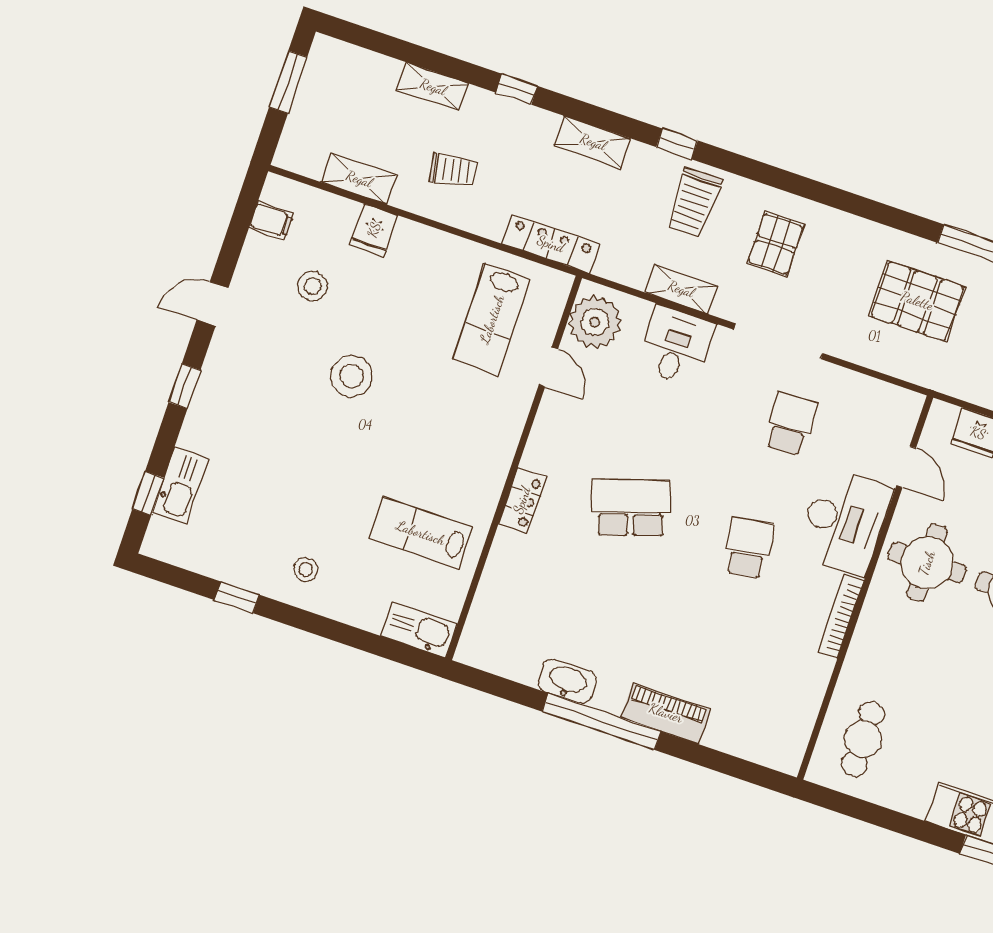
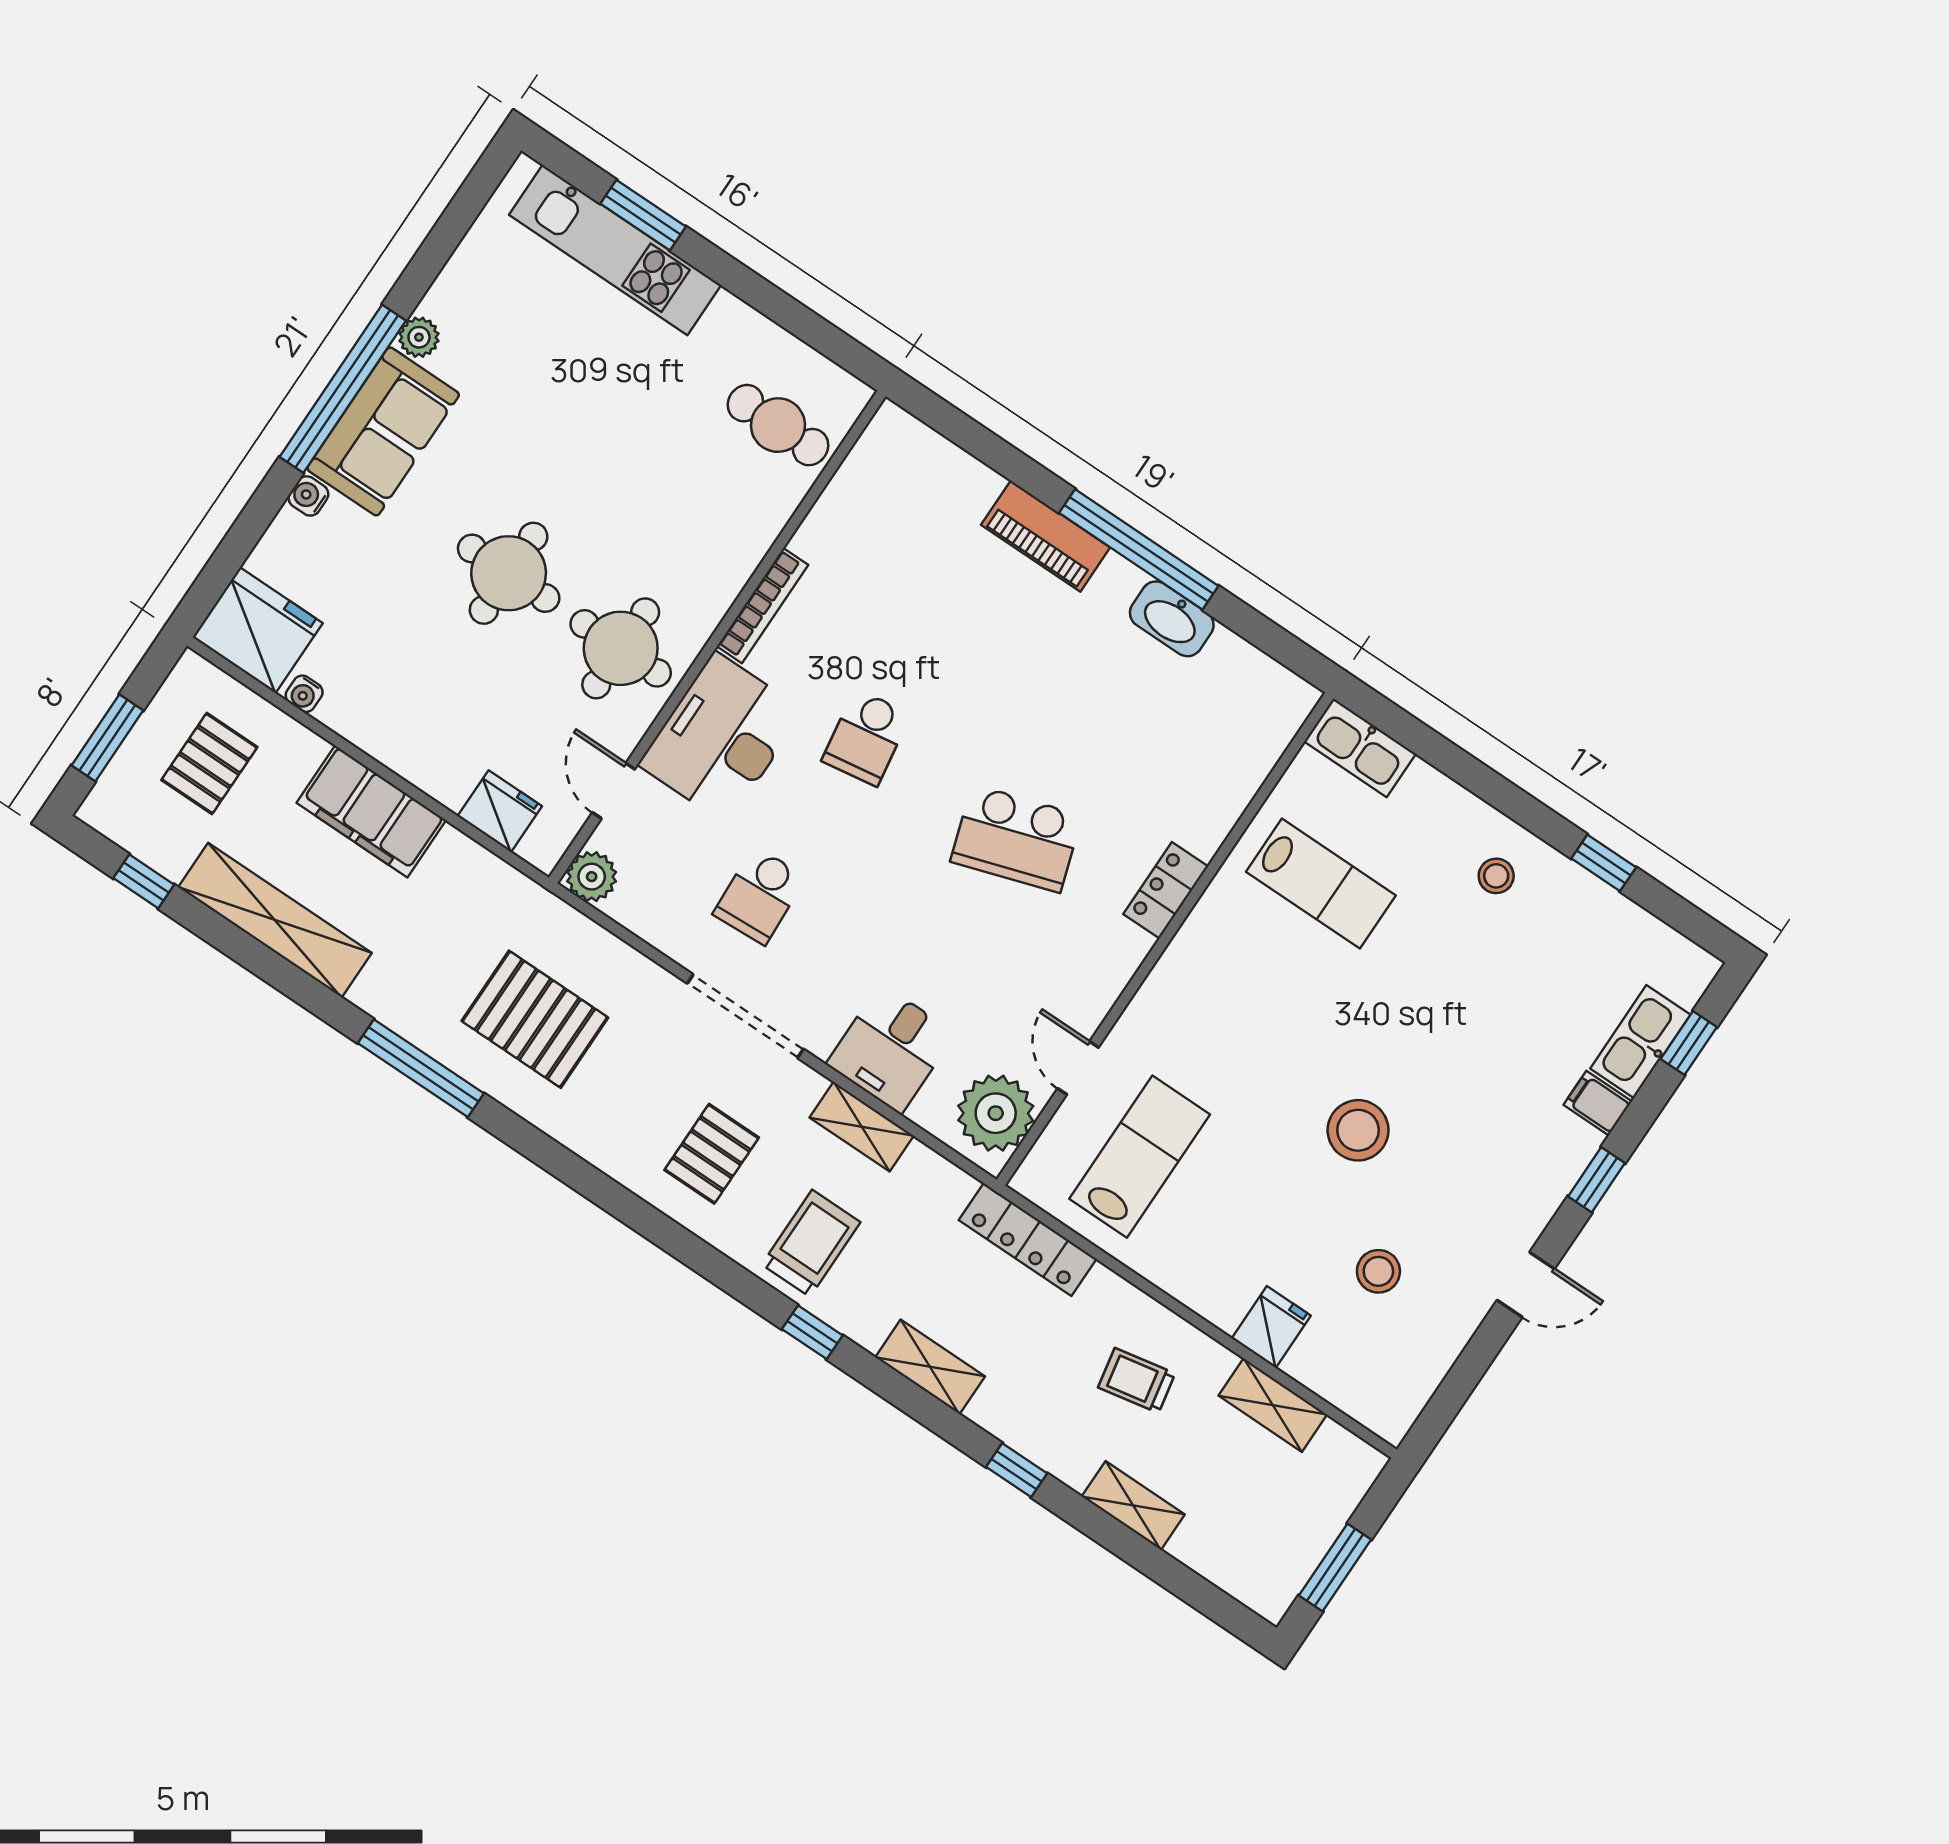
filing cabinet: (271, 221) -> (1598, 1103), moved
plant: (905, 406) -> (592, 877), added
cafe table: (863, 739) -> (778, 425), turned 90

